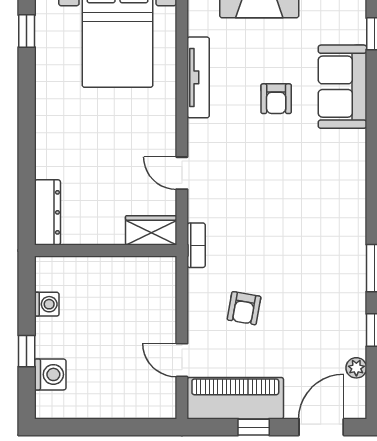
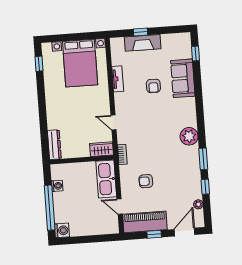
tv unit: (198, 77) -> (118, 79), width x0.71
plant: (347, 216) -> (189, 136), added
kitchen sink: (157, 297) -> (106, 179), added
armchair: (244, 308) -> (146, 181), turned 80
window: (27, 351) -> (50, 208), width x3.17
washing machine: (50, 374) -> (62, 230), moved

